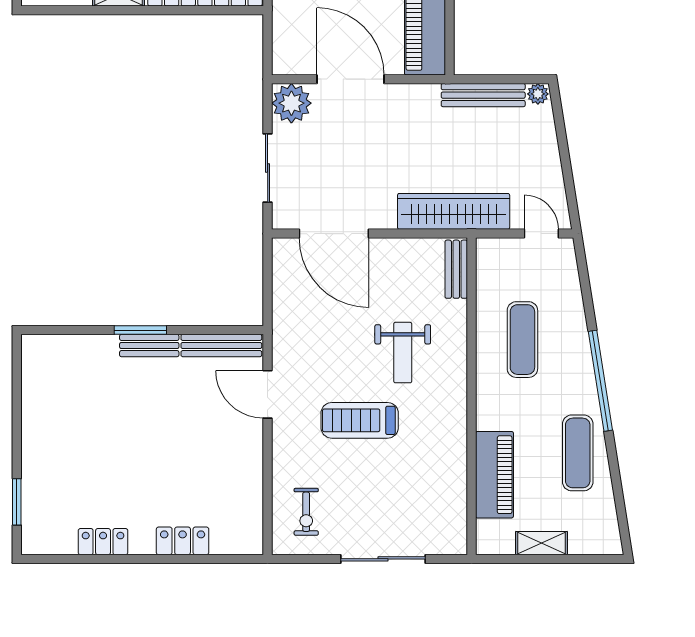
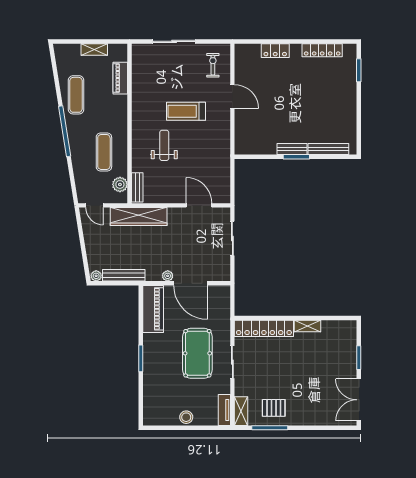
plant: (291, 103) -> (168, 276), moved, width x0.53, depth x0.53
door: (334, 234) -> (199, 205), width x0.73
plant: (491, 275) -> (120, 184), added
bench: (221, 346) -> (328, 149), moved
door: (268, 394) -> (232, 97), moved
treadmill: (360, 420) -> (186, 111), turned 180
piano: (494, 475) -> (120, 78), width x0.73, depth x0.75
locker: (103, 542) -> (322, 50), width x1.53

